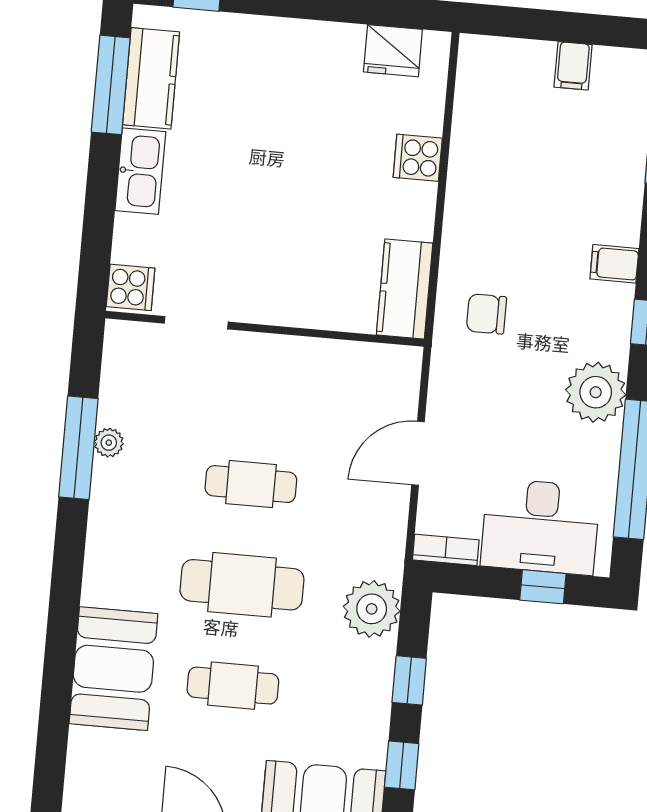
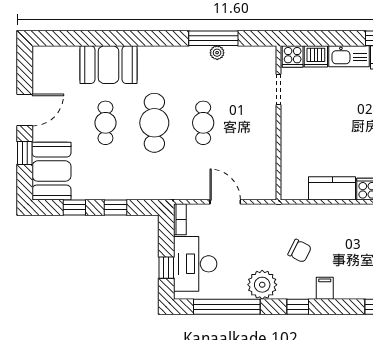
dishwasher: (135, 239) -> (316, 56), added
kitchen counter: (405, 289) -> (332, 188), moved
chair: (486, 314) -> (300, 251), moved, turned 117
plant: (372, 609) -> (148, 186), removed

